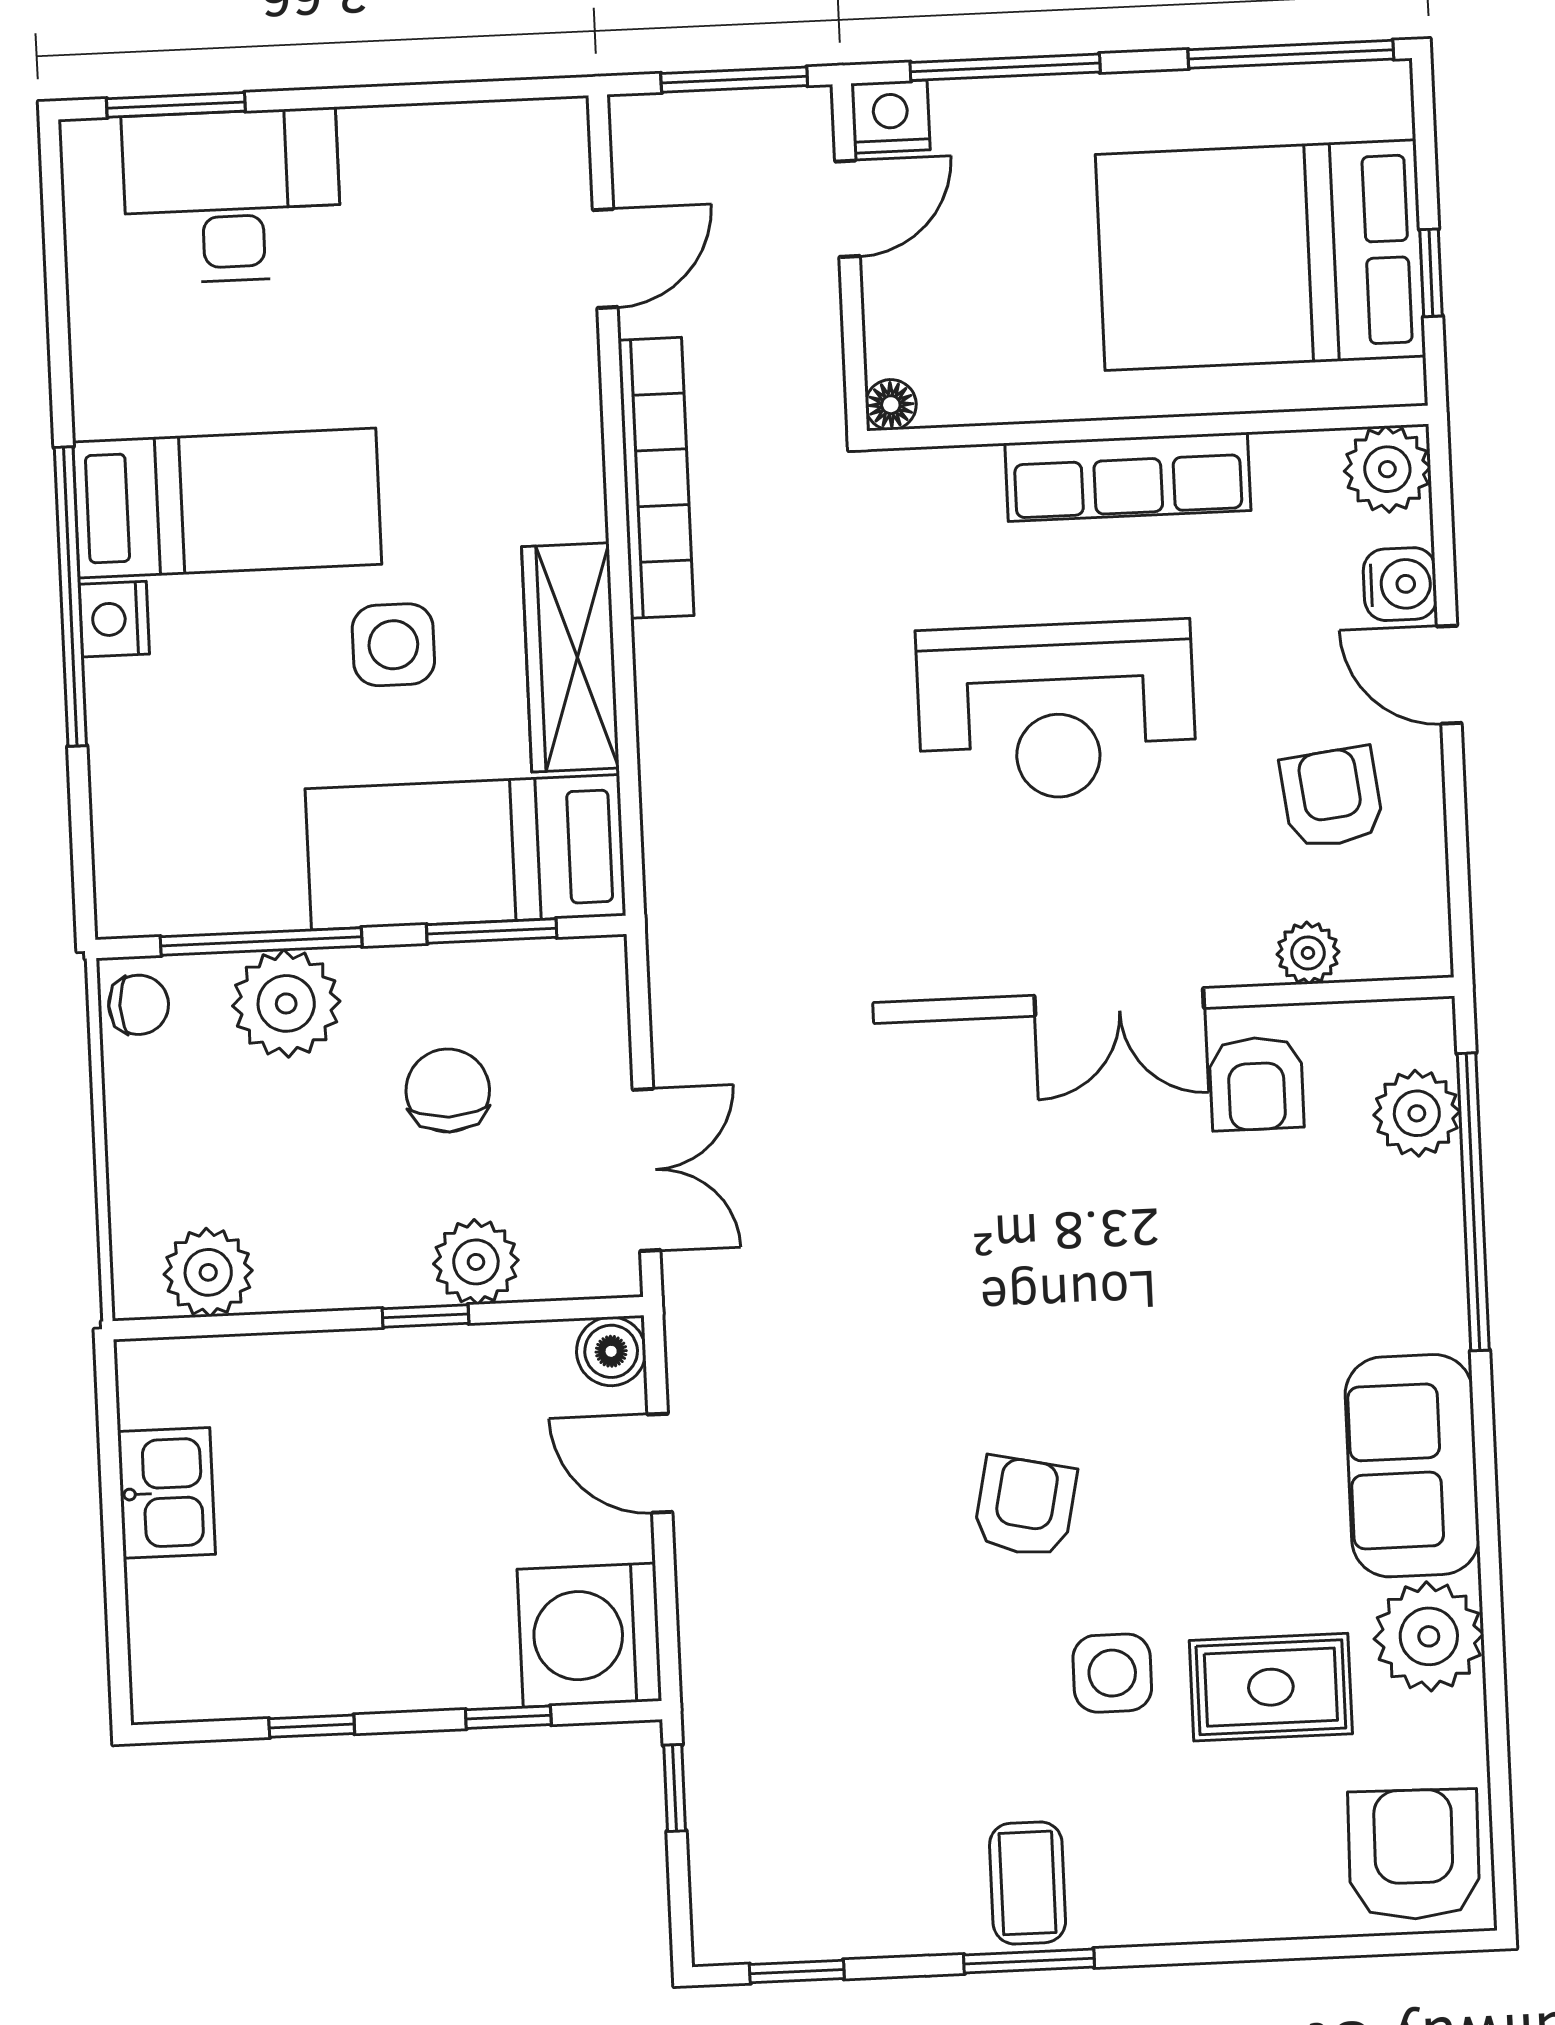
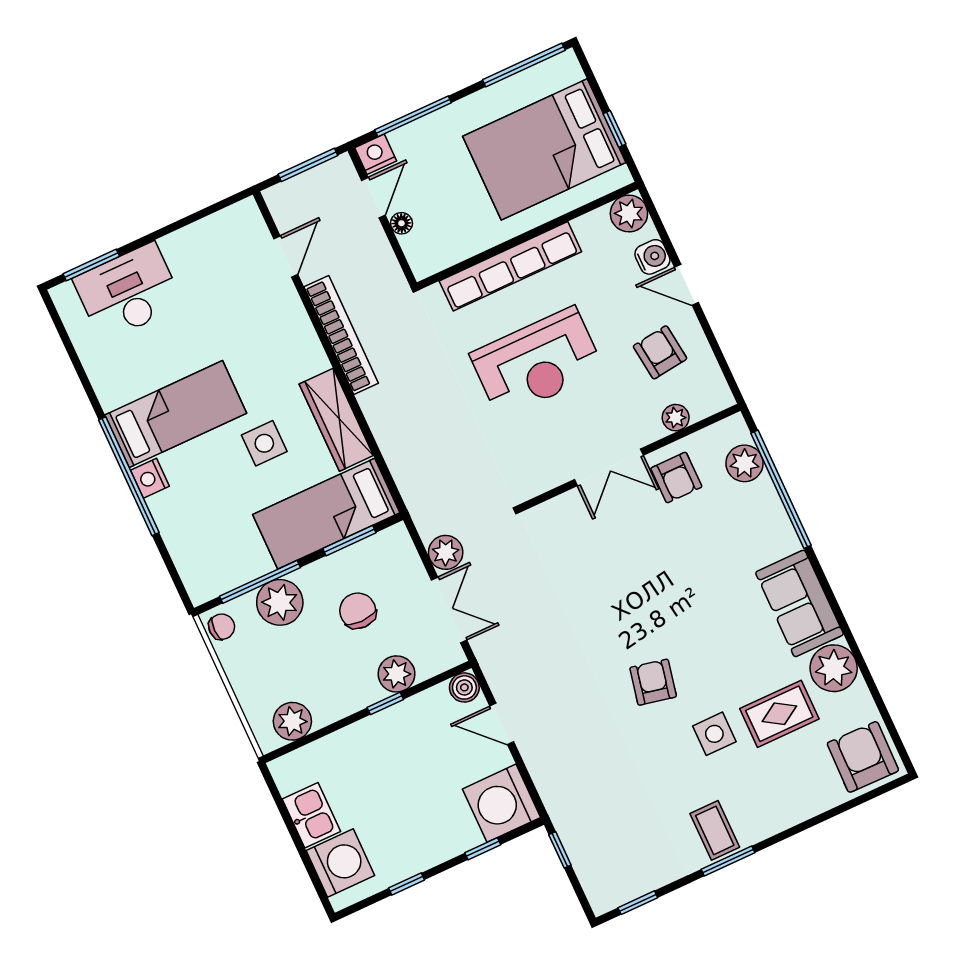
floor lamp: (891, 405) -> (401, 223), moved
row of seats: (1128, 477) -> (510, 266), width x1.36
plant: (690, 1042) -> (446, 552), added
washing machine: (187, 1622) -> (340, 863), added

